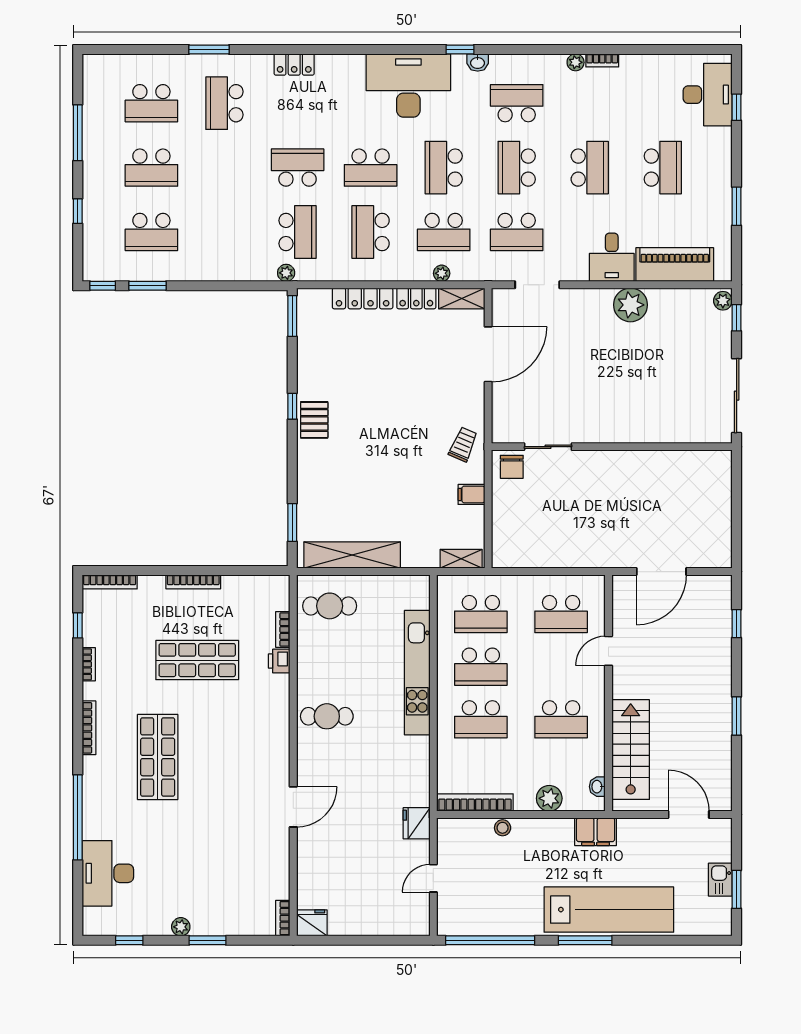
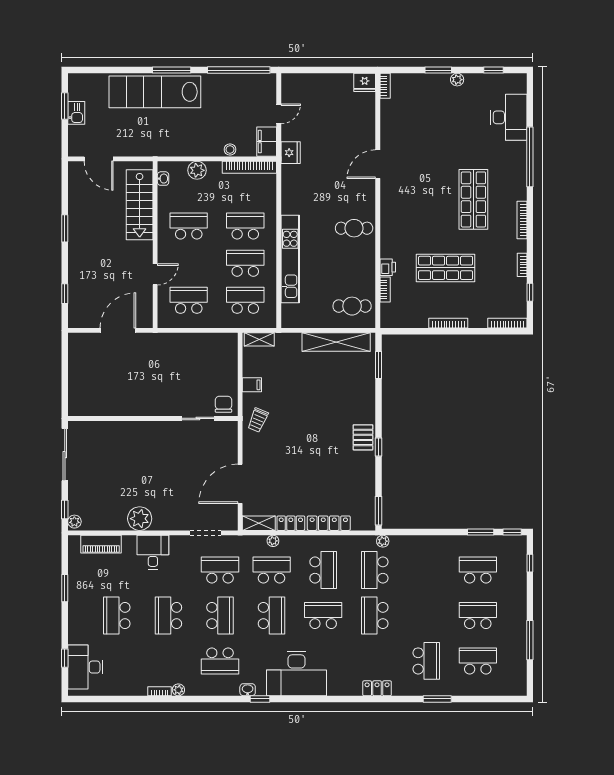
school desk: (298, 168) -> (375, 615), turned 90
window: (78, 211) -> (530, 563), moved
piano: (675, 265) -> (101, 544), width x0.73, depth x0.75
filing cabinet: (596, 832) -> (267, 142), moved, turned -90

